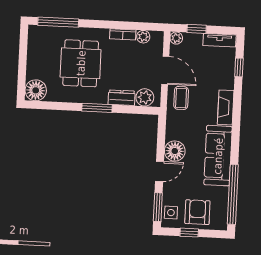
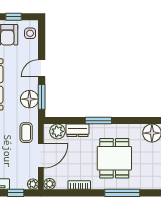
window: (58, 22) -> (122, 193), moved
plant: (143, 37) -> (49, 184), moved
door: (165, 70) -> (41, 156), swing flipped
floor lamp: (175, 151) -> (29, 99), moved
window: (158, 207) -> (42, 97), moved

